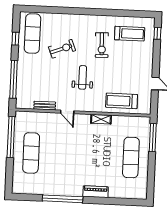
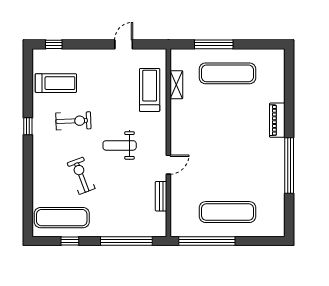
window: (99, 12) -> (28, 126), added
treadmill: (130, 34) -> (56, 83), turned 90
treadmill: (122, 101) -> (150, 90), turned 180
shelving: (101, 119) -> (176, 85), moved
window: (153, 138) -> (214, 44), moved

